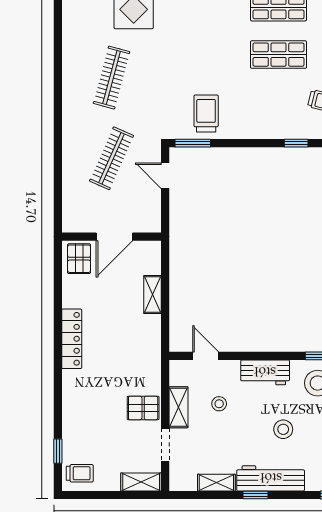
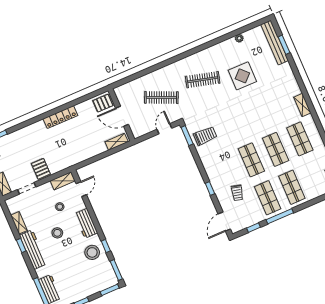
shelving: (153, 295) -> (117, 142), moved
shelving: (178, 407) -> (63, 181), moved
stool: (283, 429) -> (57, 233), moved

